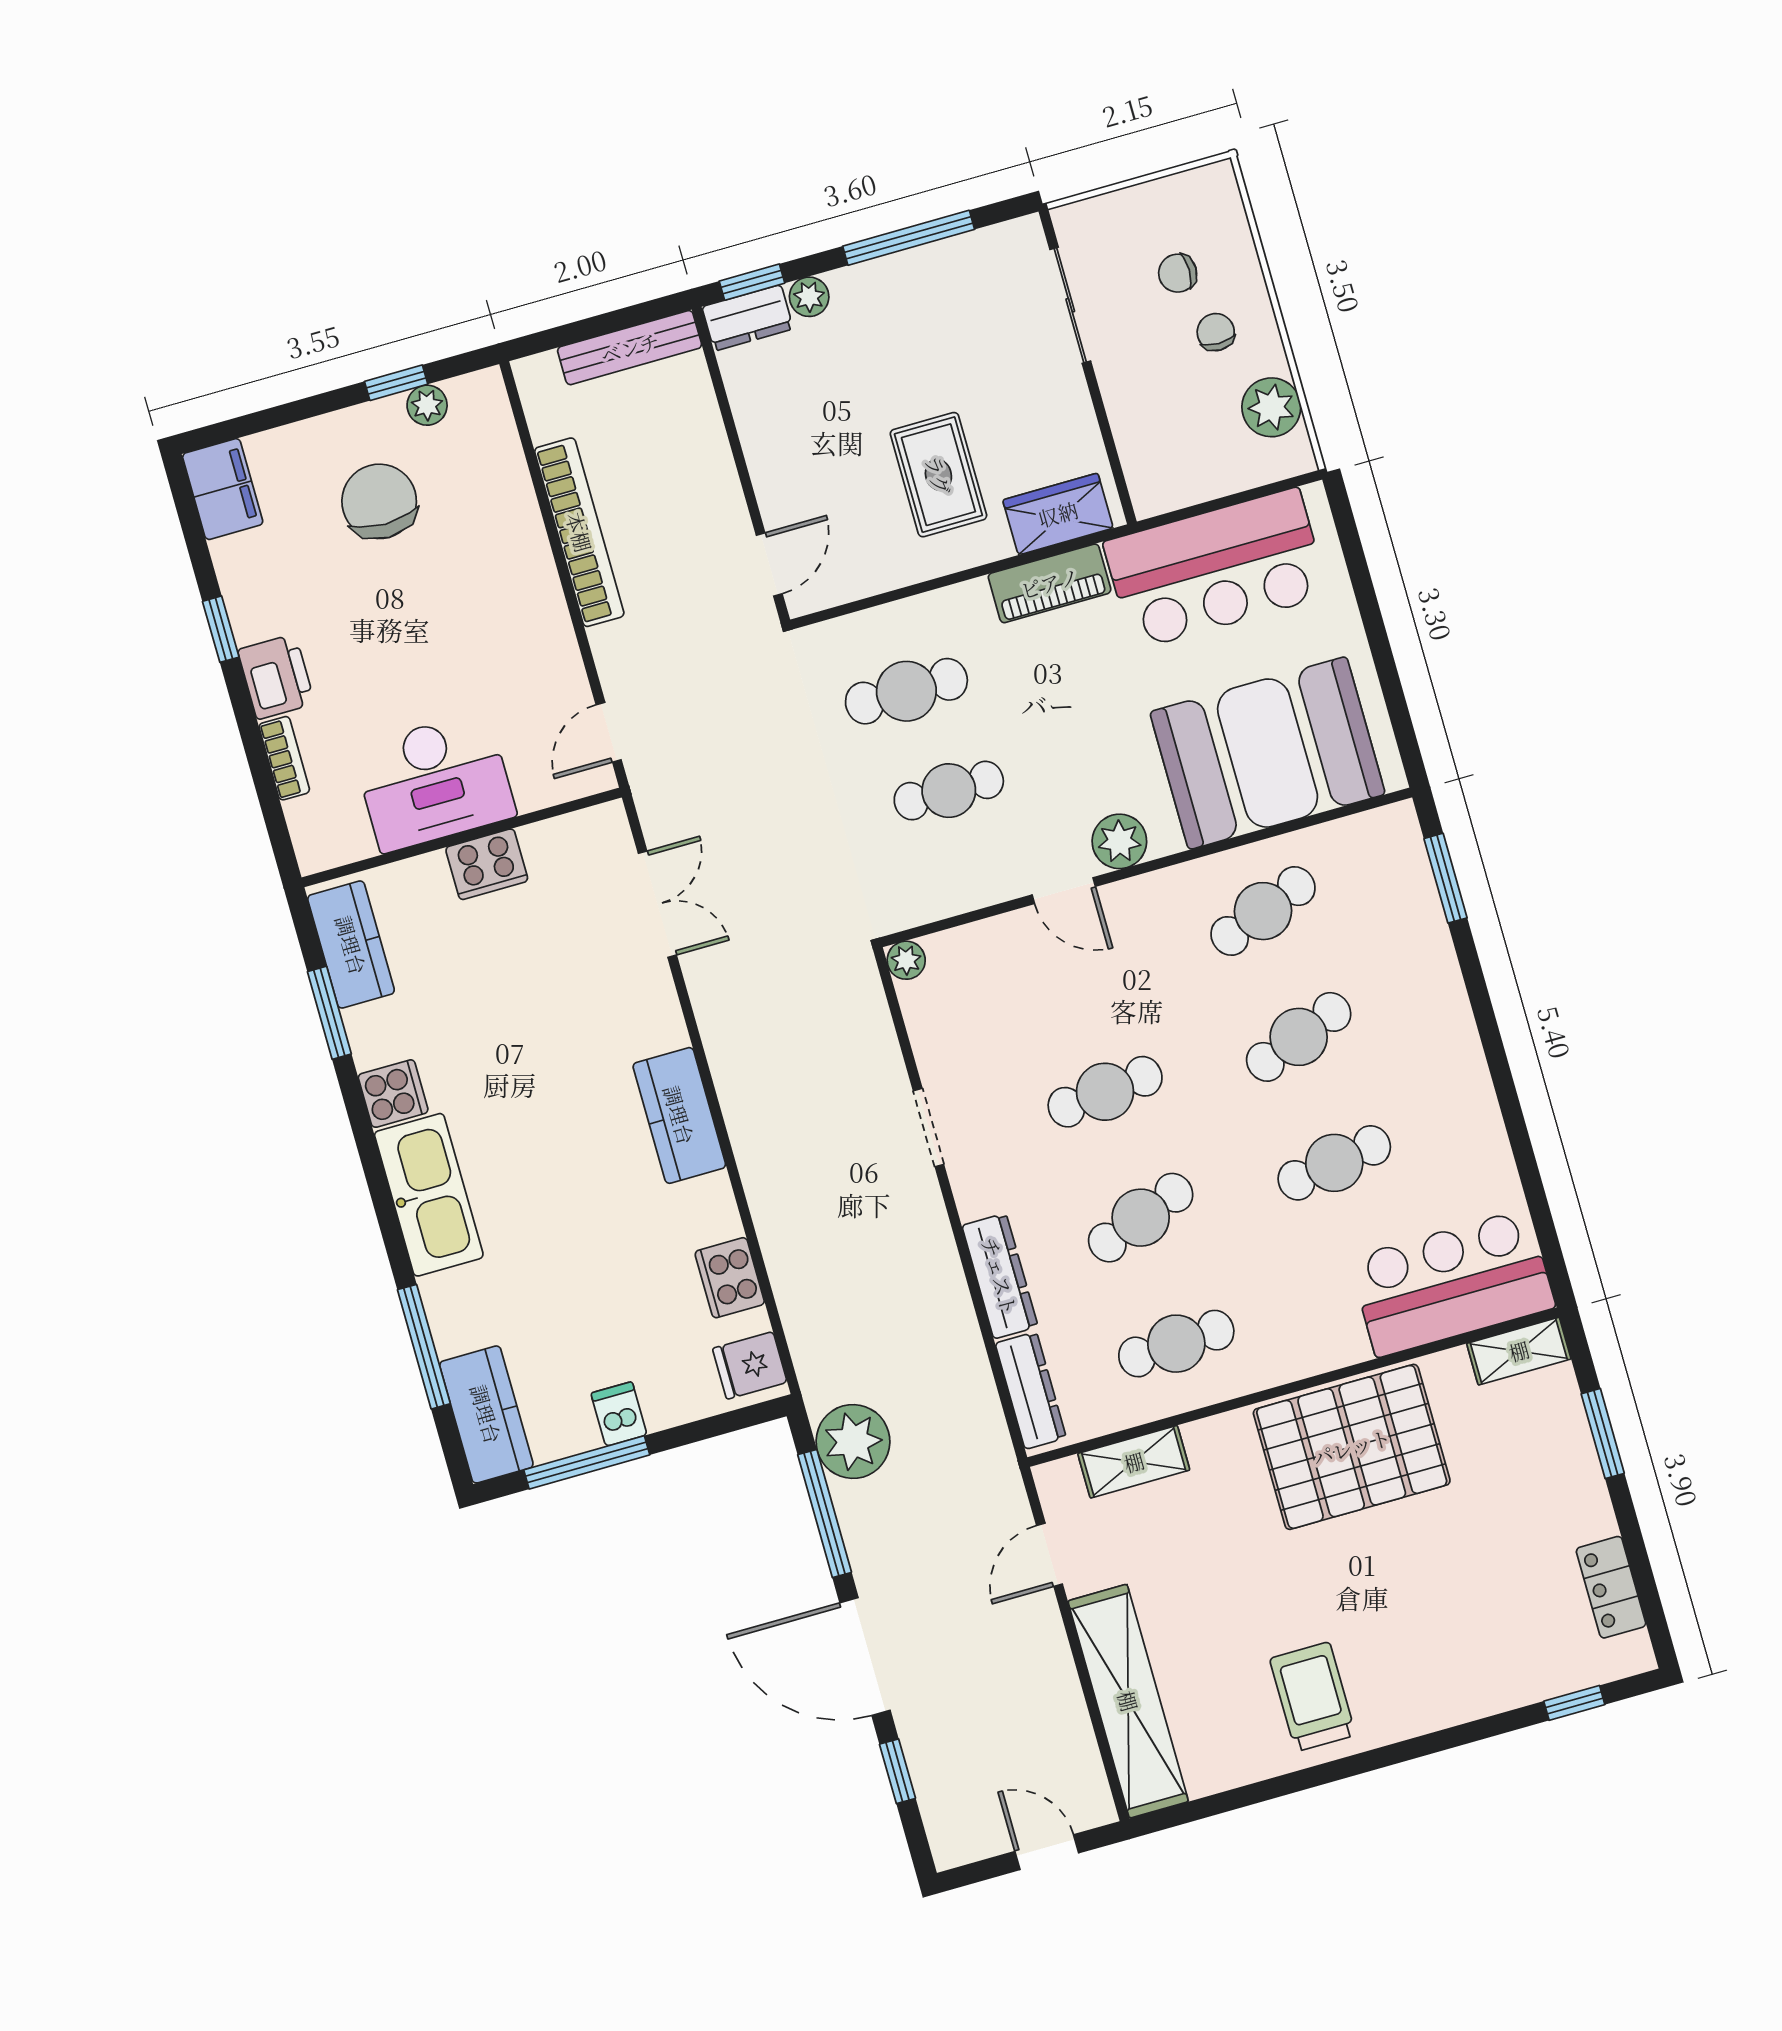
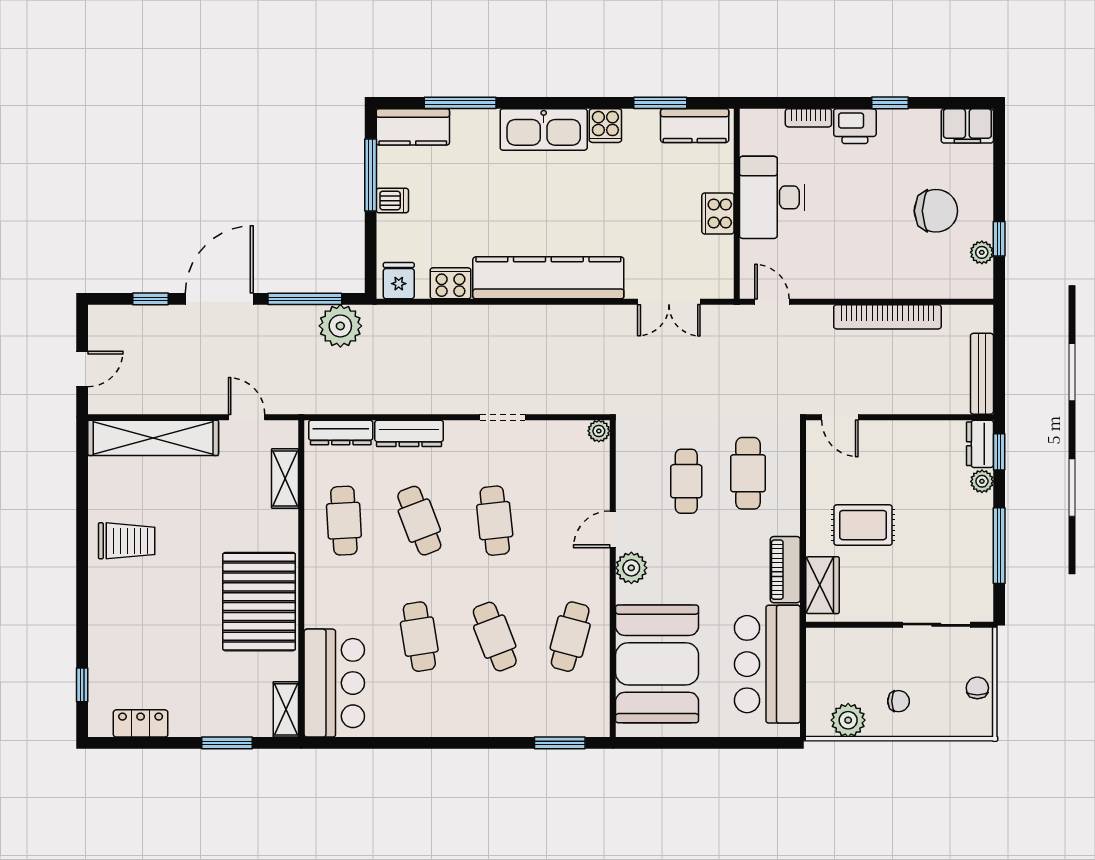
chair: (1178, 273) -> (977, 688), moved
cafe table: (1263, 911) -> (570, 637), turned 36
kitchen counter: (679, 1115) -> (548, 278), width x2.08, depth x1.17

